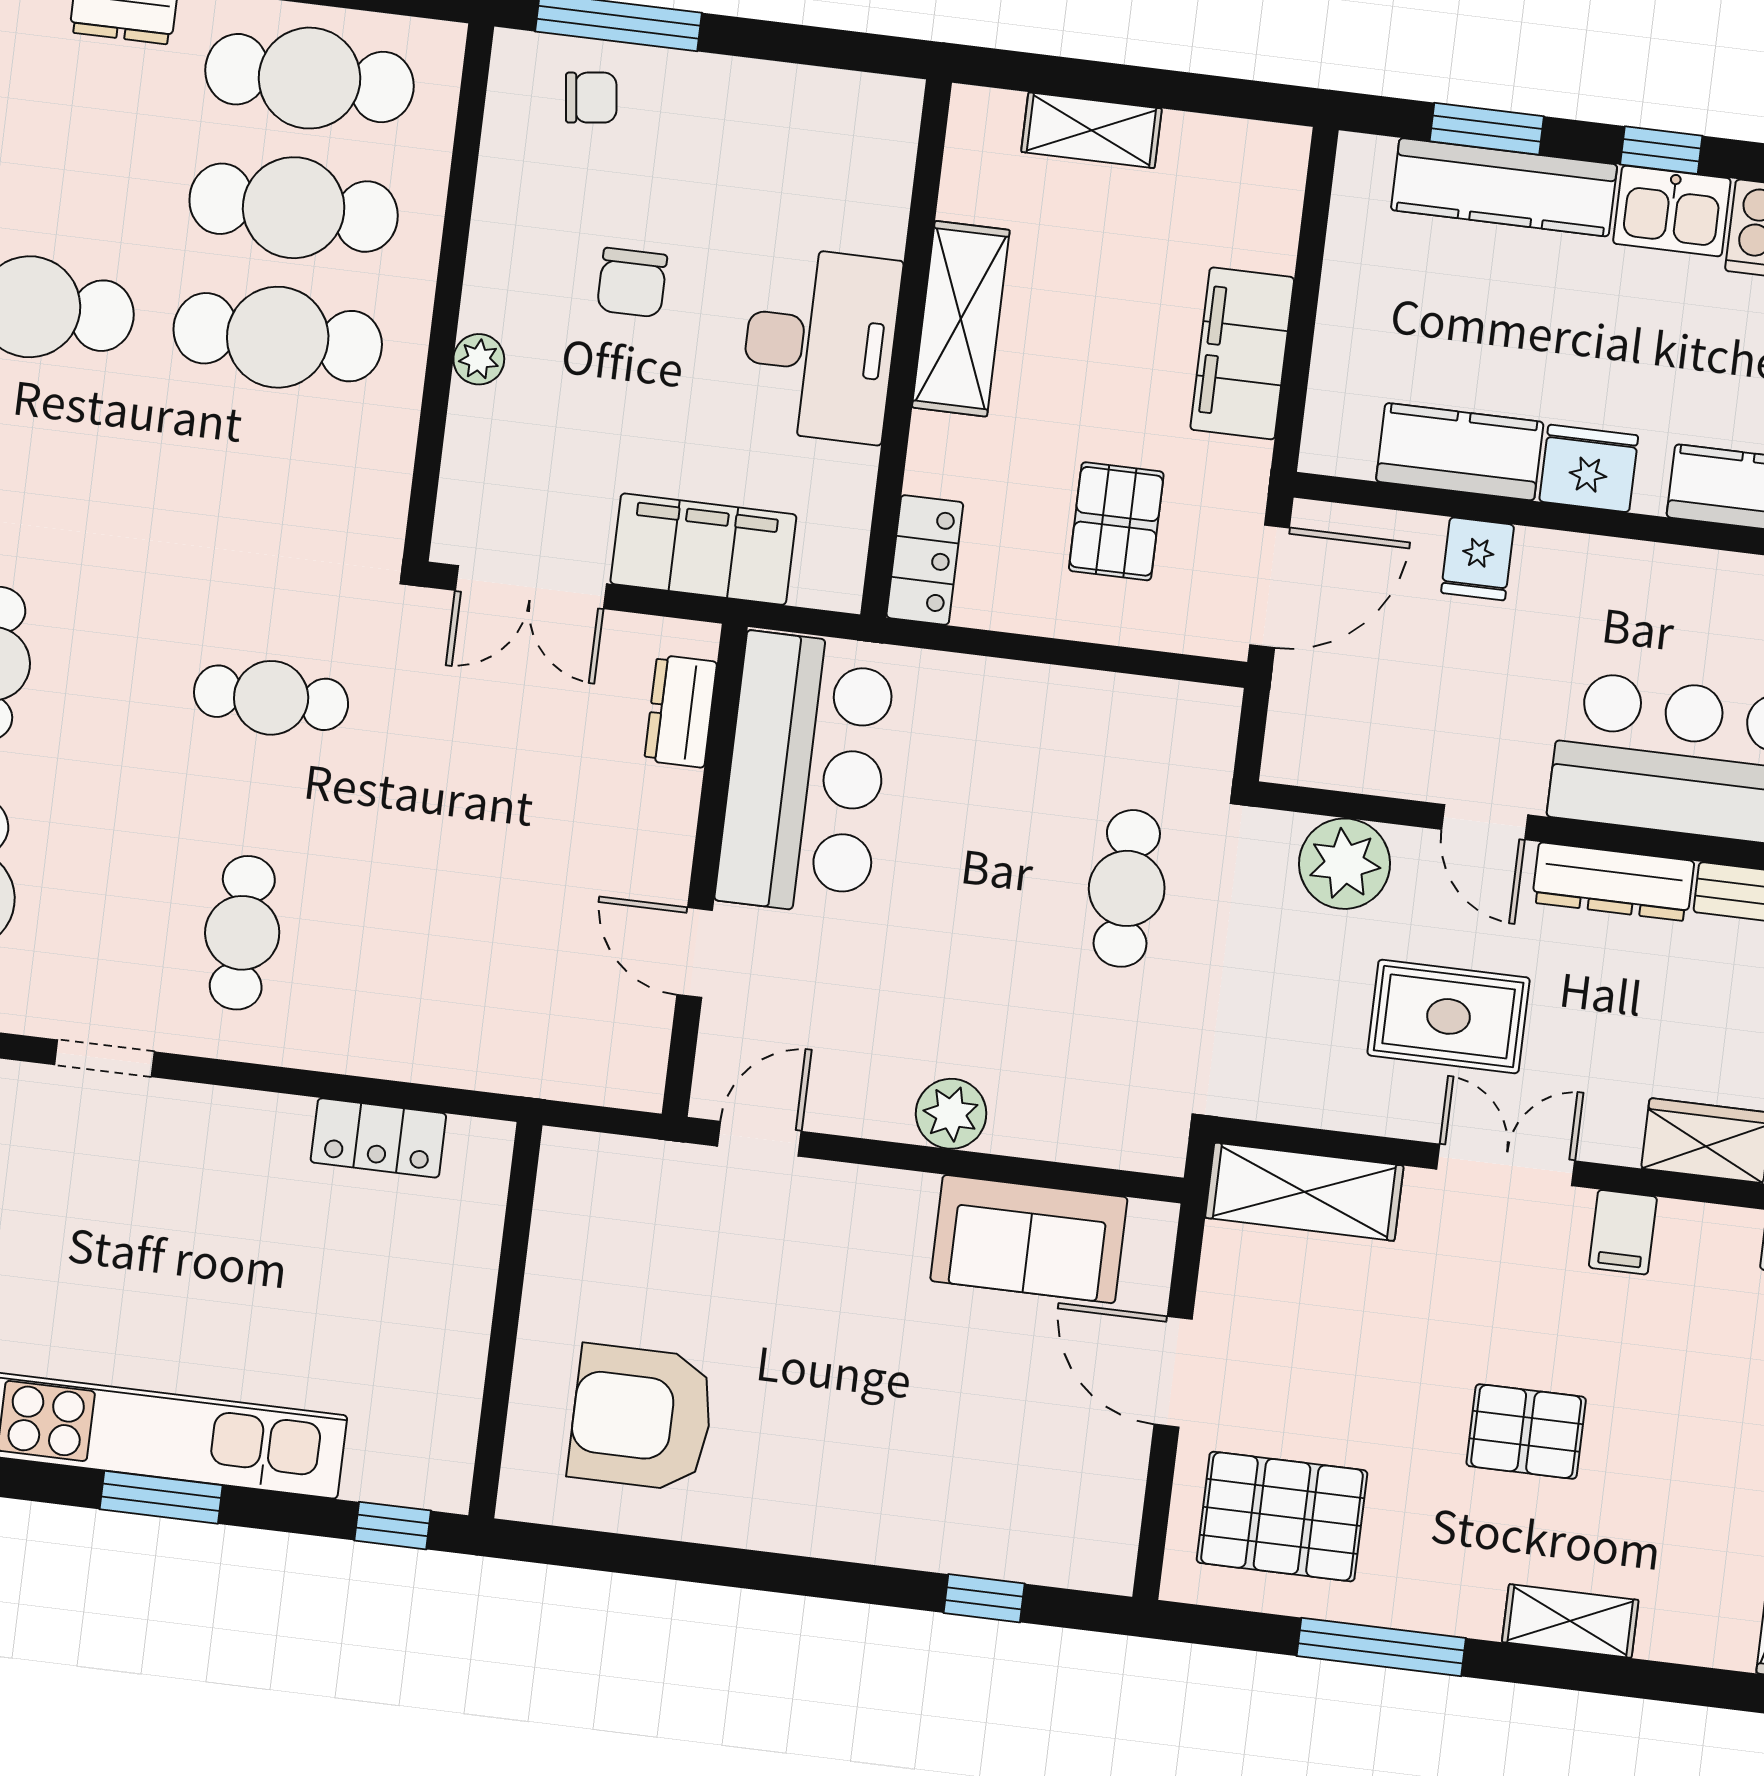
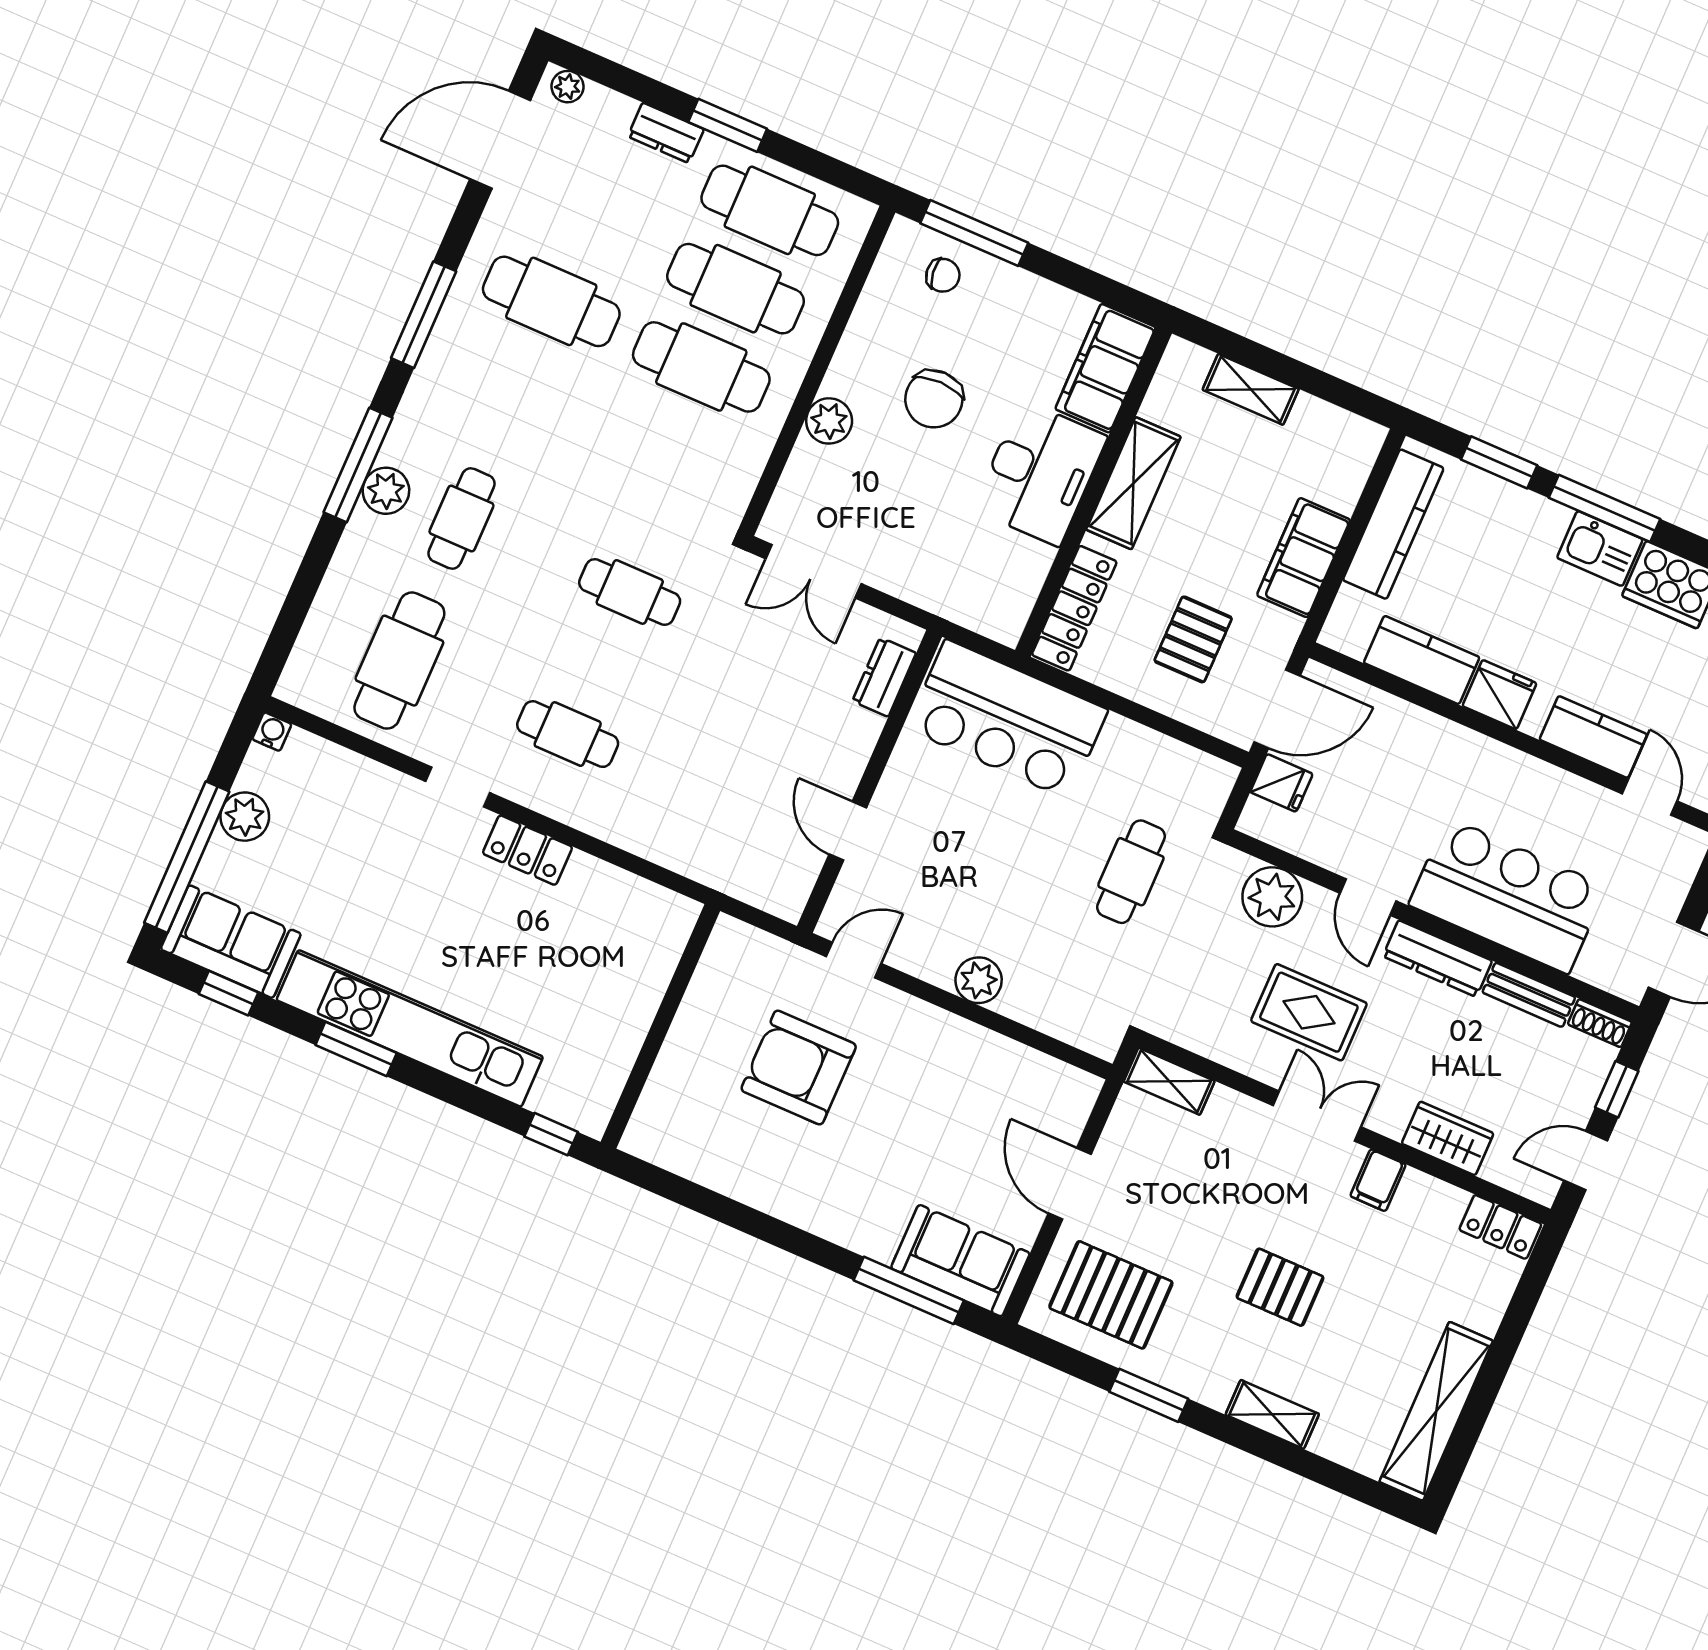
window: (1661, 150) -> (1604, 508), width x2.17
kitchen counter: (1504, 187) -> (1393, 524), moved, turned -90
chair: (632, 283) -> (934, 399), width x1.37, depth x1.37
plant: (479, 359) -> (829, 421), width x1.38, depth x1.38
filing cabinet: (703, 549) -> (1105, 368), moved, turned -90
fridge: (1478, 559) -> (1281, 783), moved, turned -90
locker: (925, 560) -> (1074, 608), width x1.53
bar counter: (806, 774) -> (1007, 719), moved, turned 90
cafe table: (242, 933) -> (568, 734), turned 90
locker: (378, 1138) -> (527, 850), moved
shelving: (1304, 1192) -> (1169, 1081), width x0.67, depth x0.75
sofa: (1029, 1239) -> (960, 1261), moved, turned 180
armchair: (642, 1418) -> (799, 1068), moved
window: (161, 1497) -> (356, 1049), moved
window: (984, 1598) -> (909, 1290), width x2.17
window: (1381, 1647) -> (1149, 1395), width x0.69

